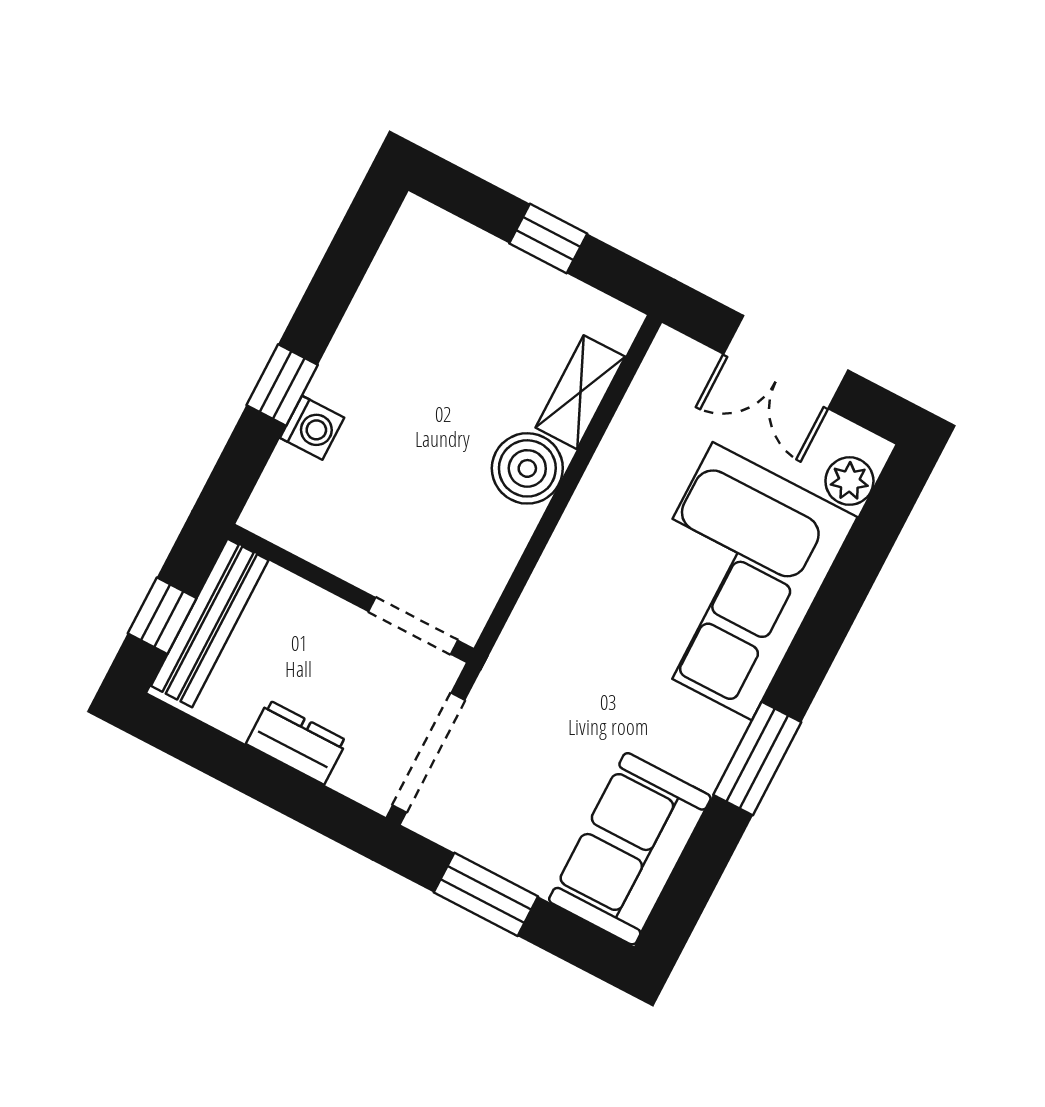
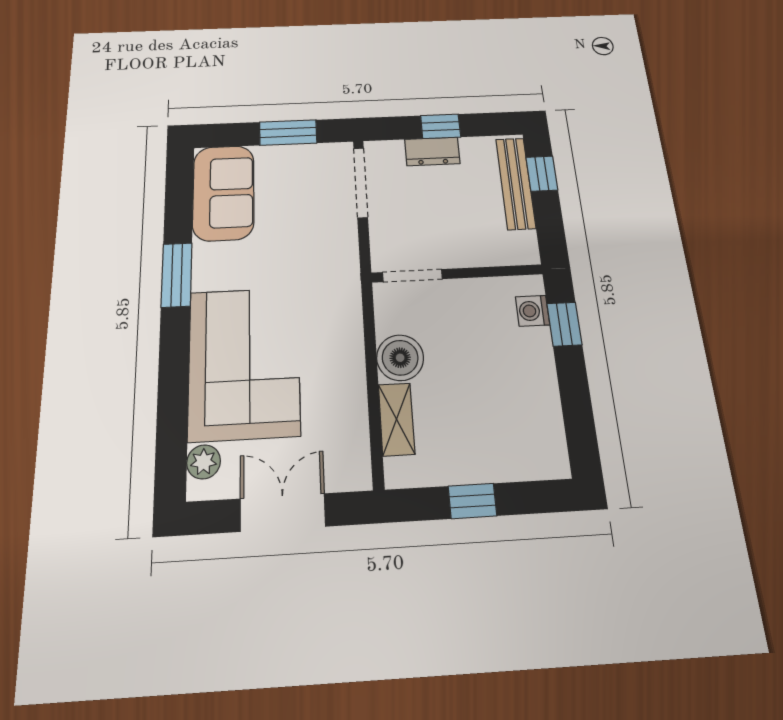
wall: (351, 593) -> (457, 273), moved
doorway: (413, 626) -> (412, 276), moved
window: (258, 776) -> (441, 126), added

